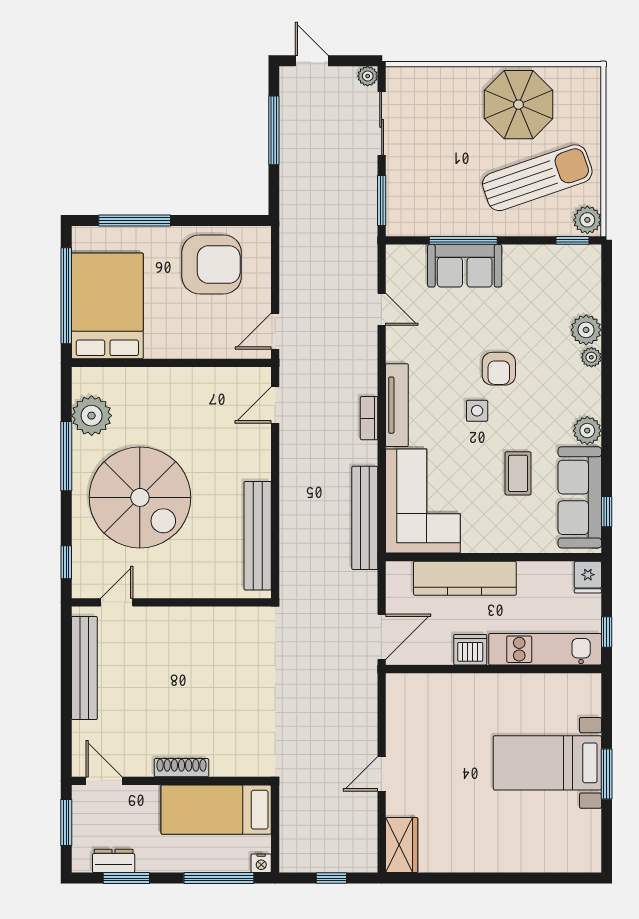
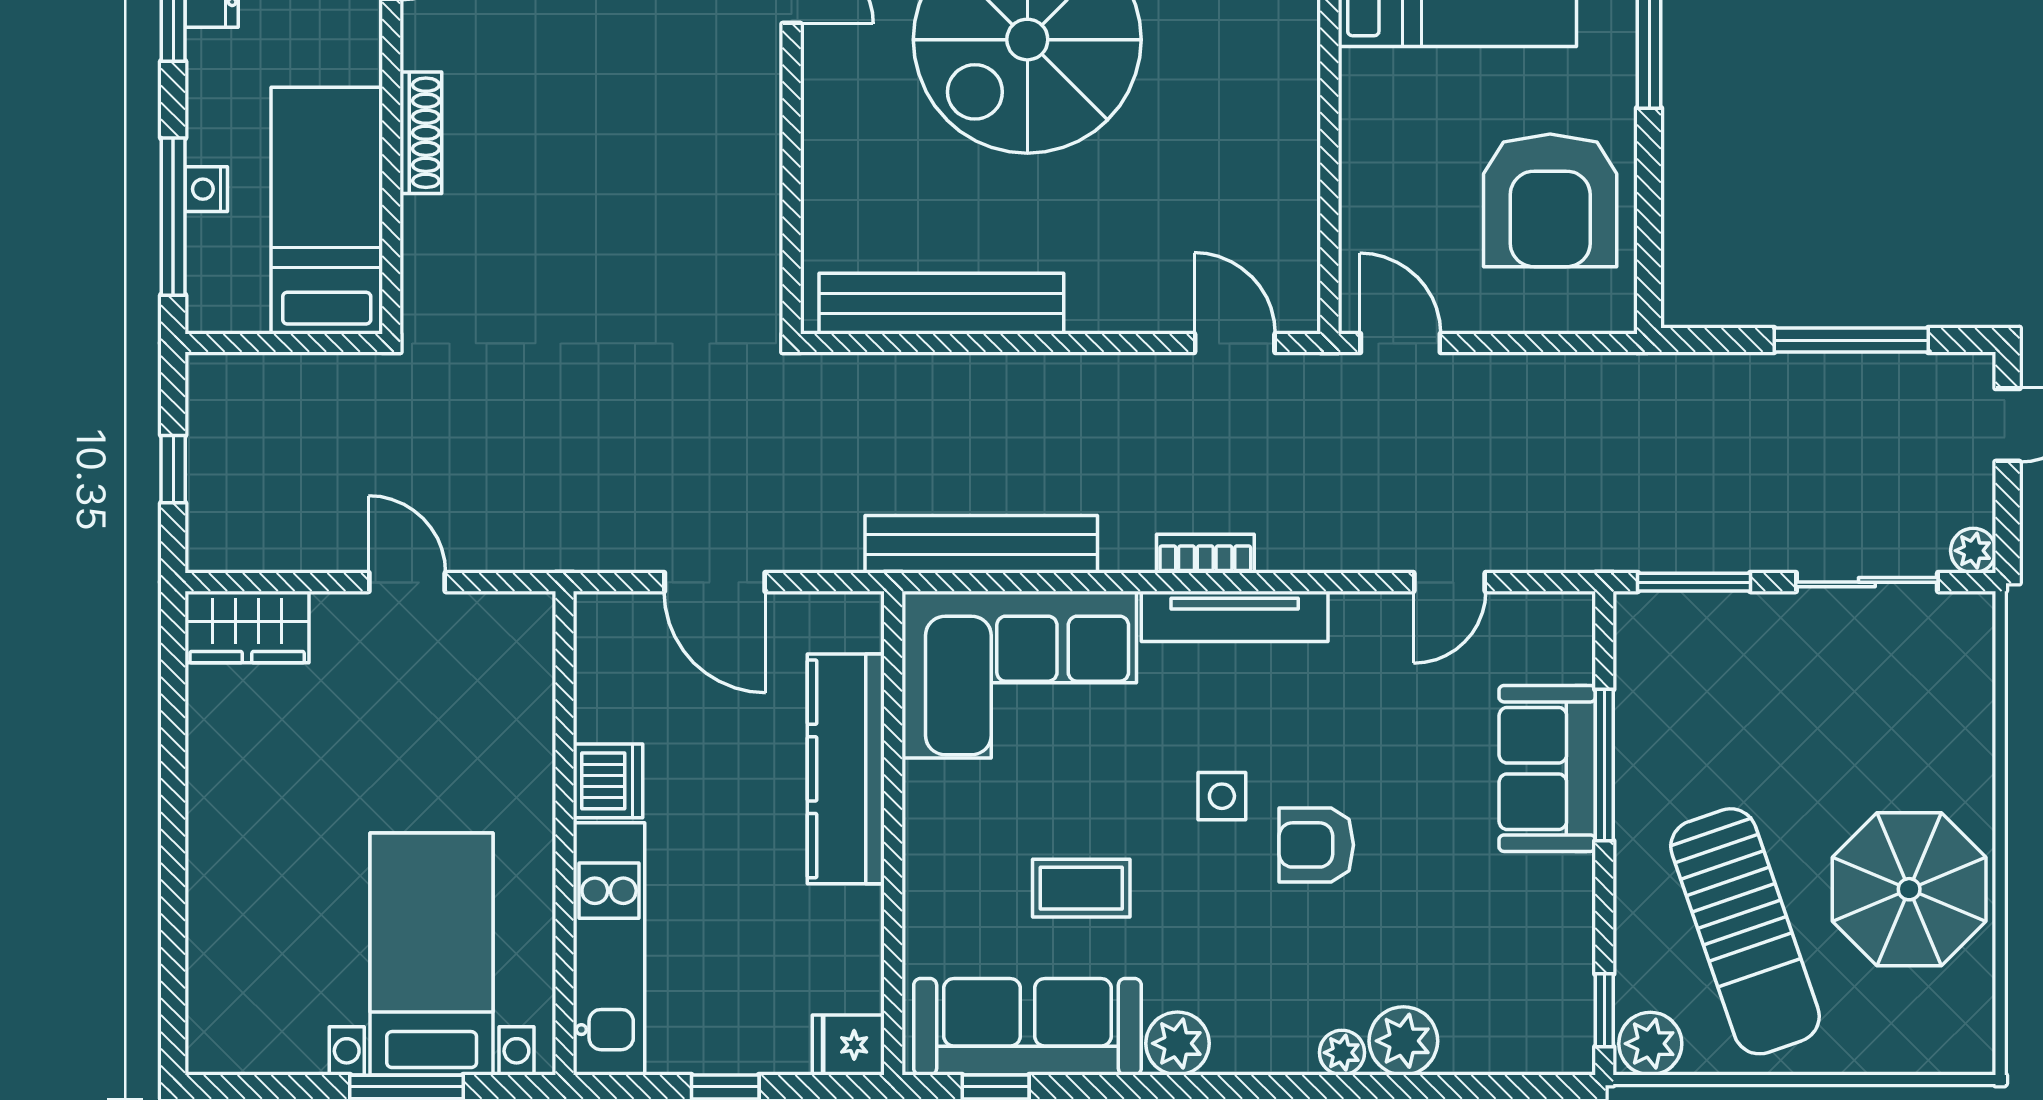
kitchen unit: (545, 649) -> (609, 949), moved
dishwasher: (470, 650) -> (608, 781), moved
wall: (493, 669) -> (565, 833), moved
nightstand: (261, 863) -> (206, 189), moved

